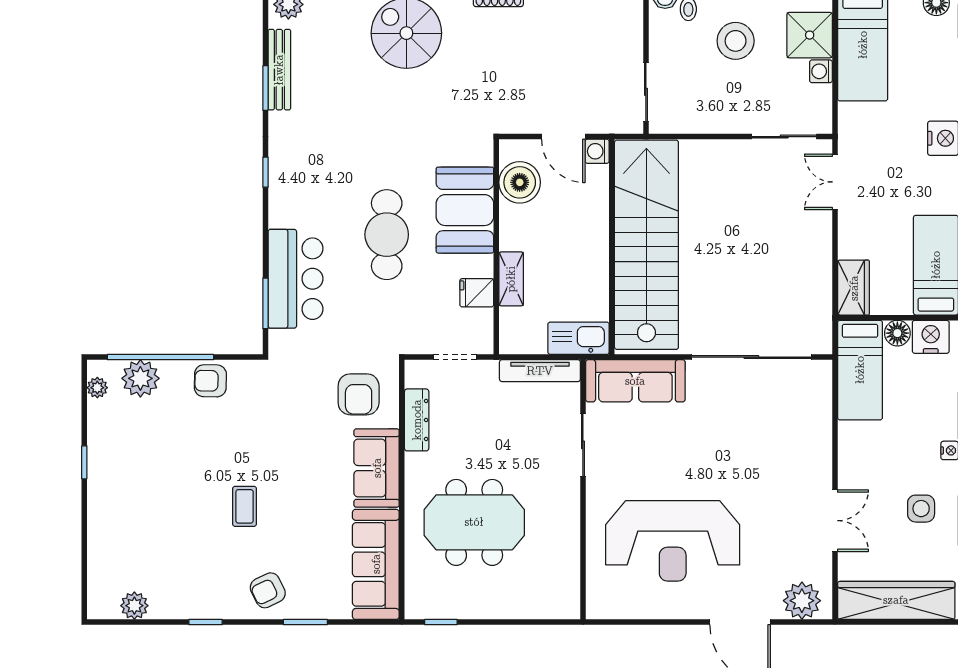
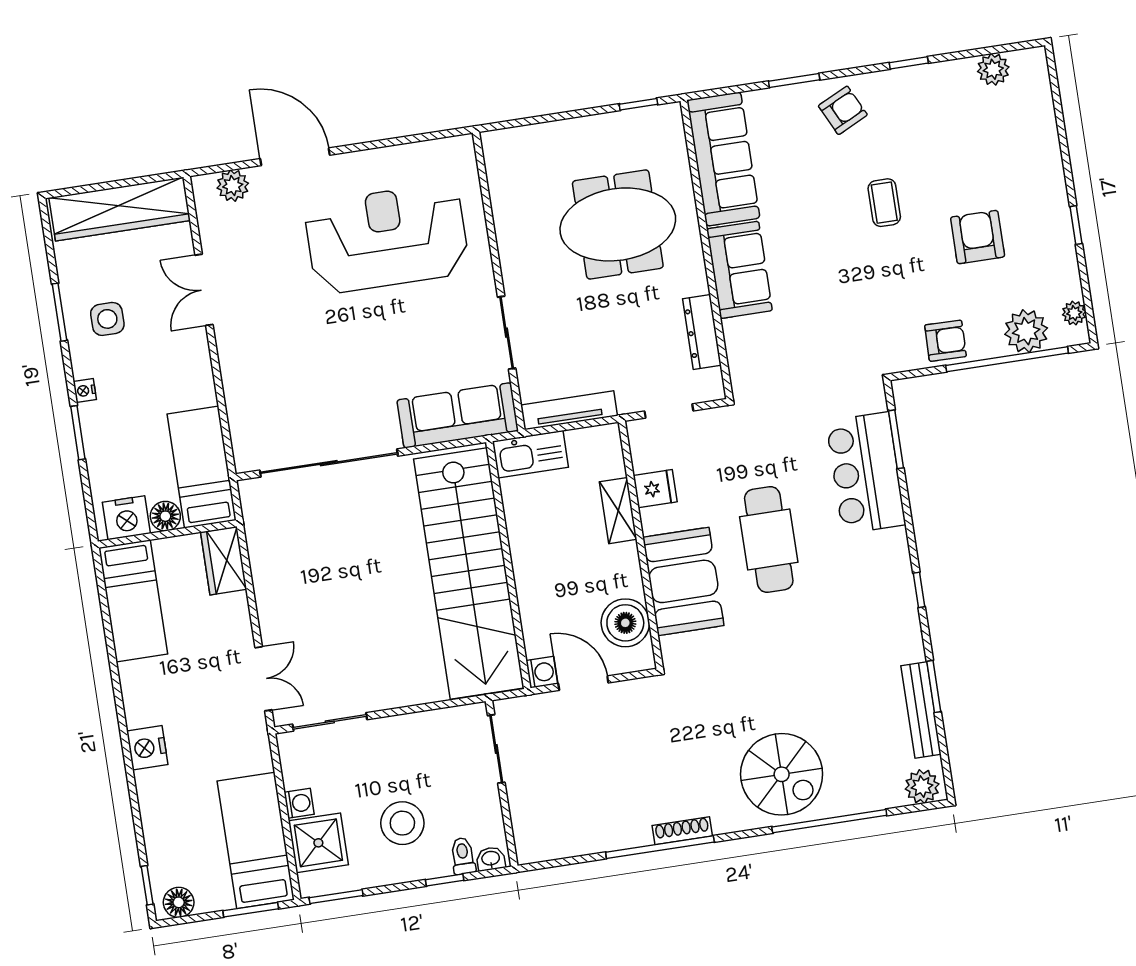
armchair: (359, 394) -> (978, 237), moved
plant: (802, 601) -> (233, 186), width x0.73, depth x0.73

